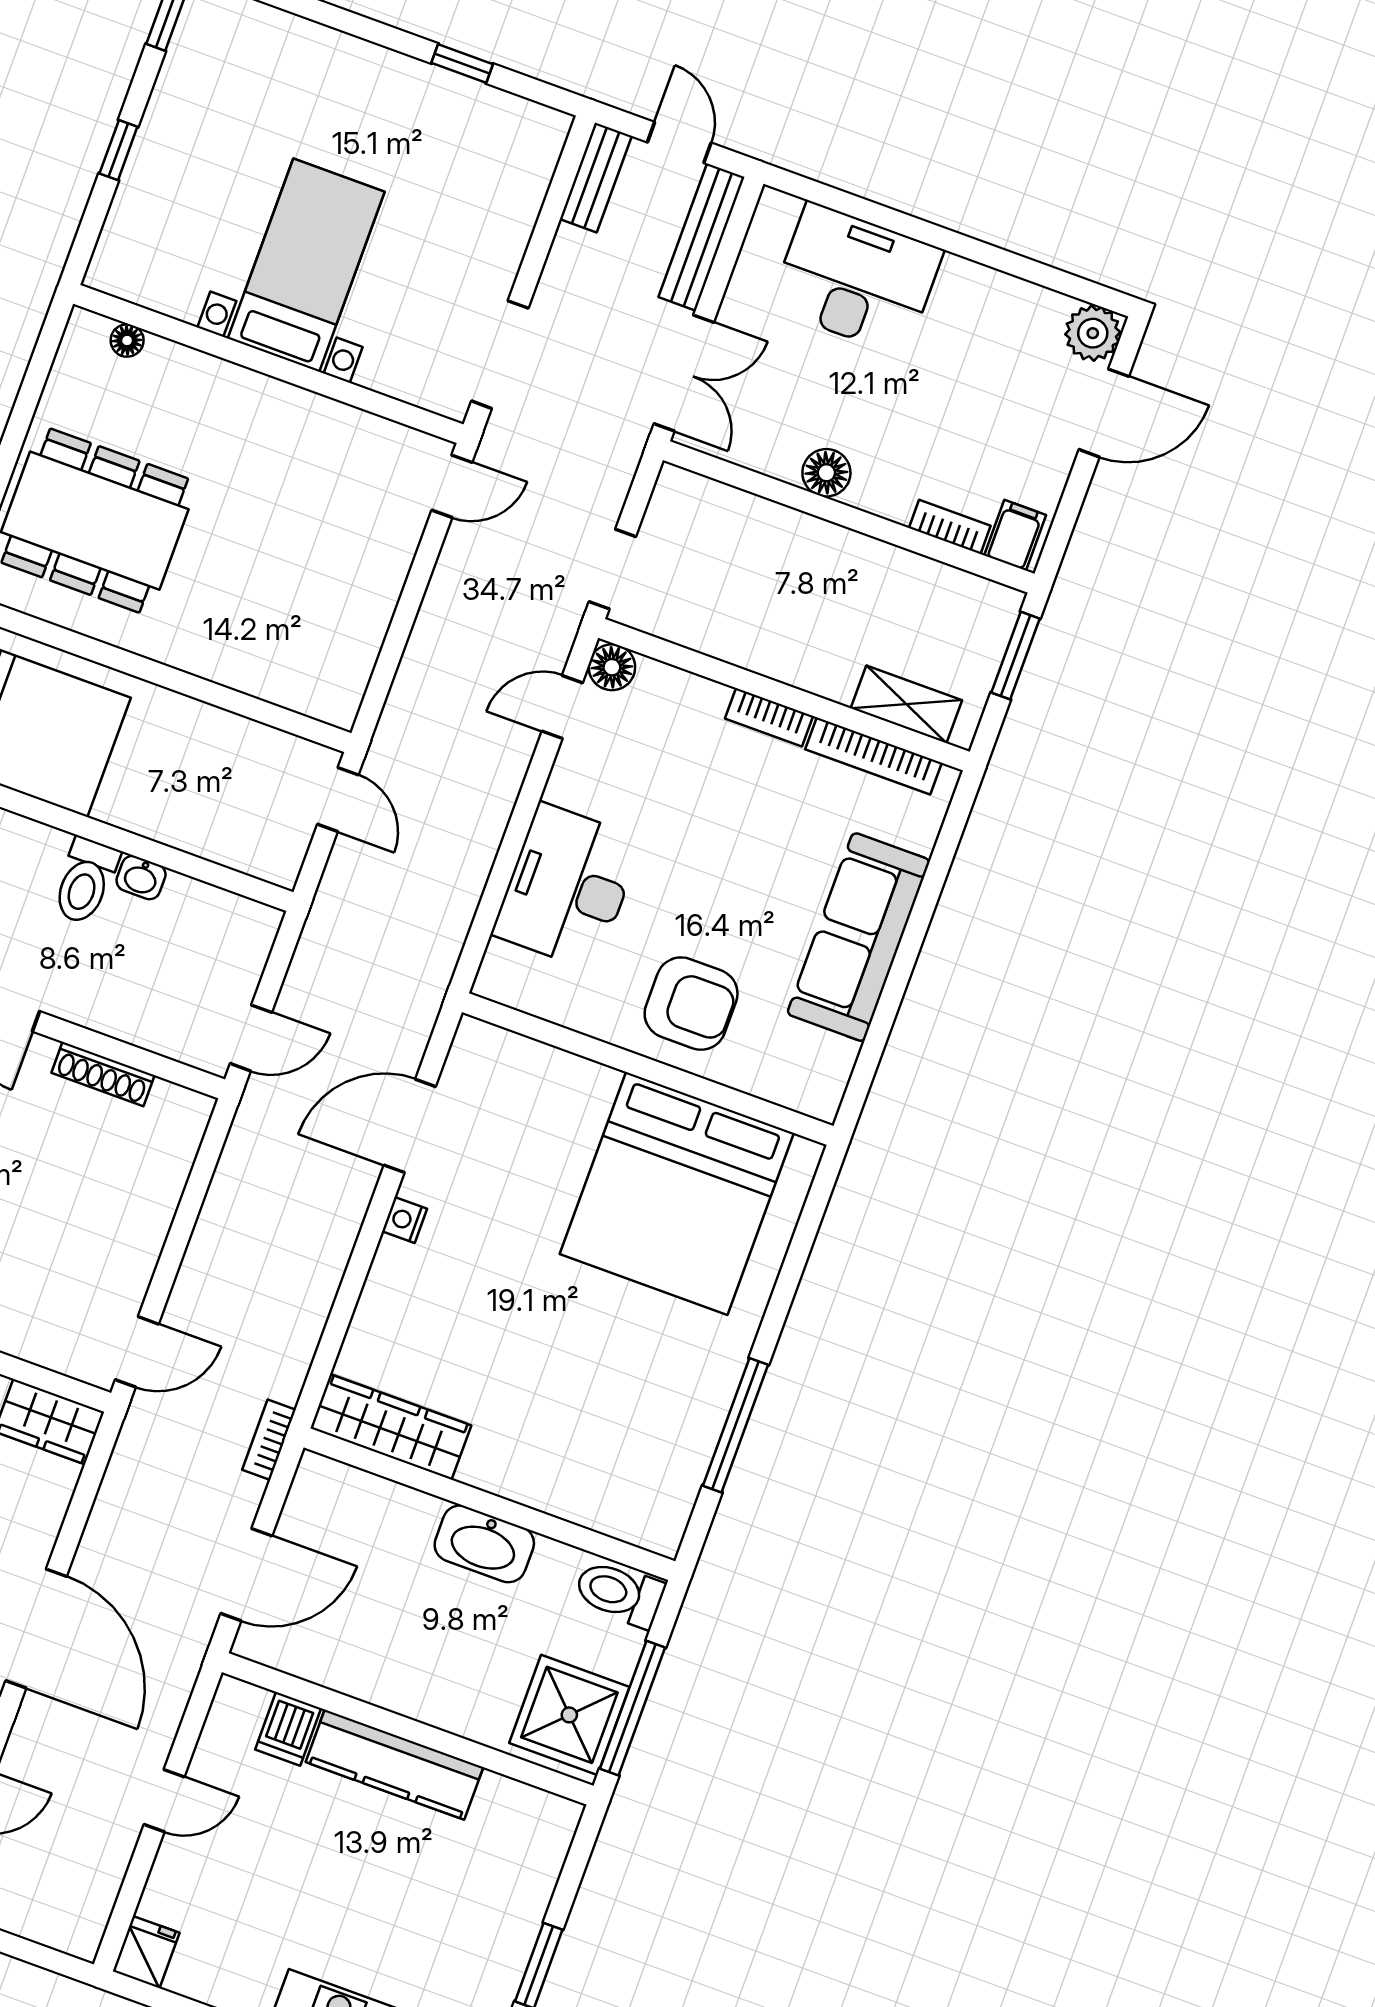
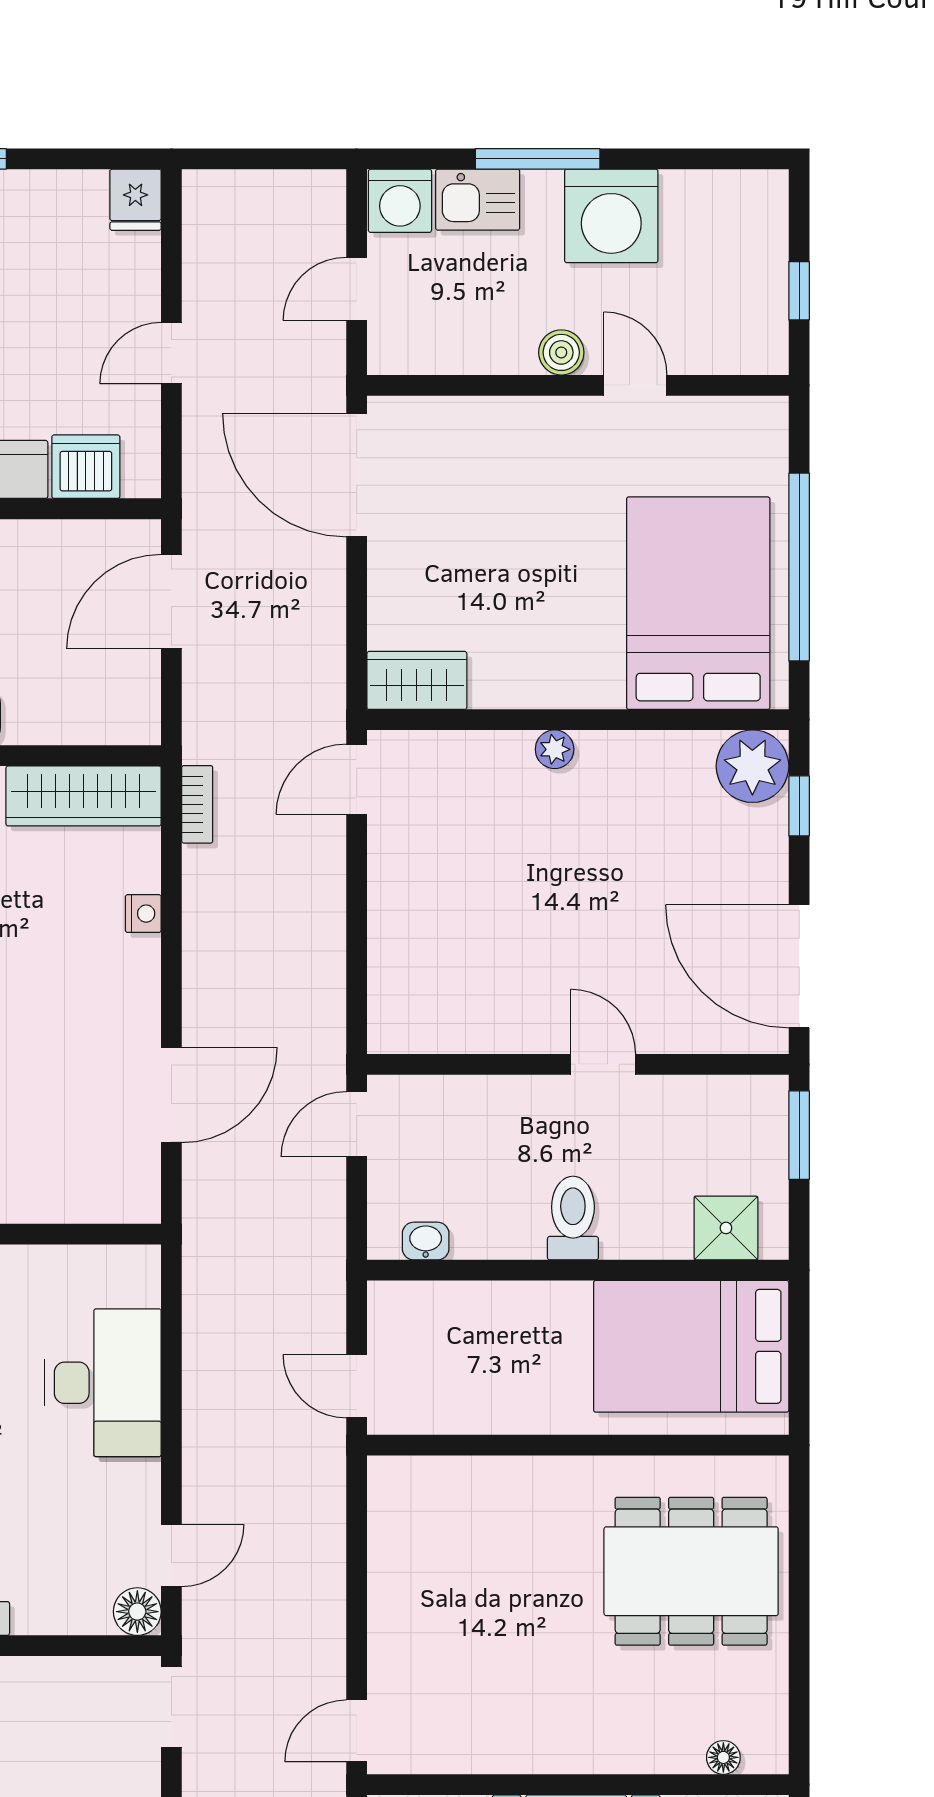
washbasin: (141, 878) -> (426, 1241), moved
shoe rack: (103, 1074) -> (488, 1037), removed
nightstand: (405, 1220) -> (143, 914), moved
bookcase: (269, 1440) -> (197, 804), moved
dishwasher: (288, 1729) -> (86, 467), width x1.38

